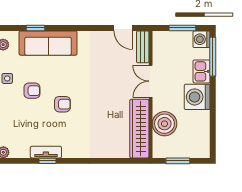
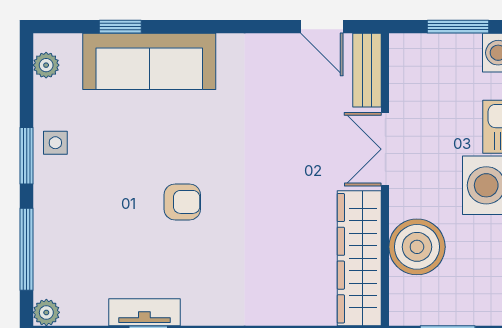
armchair: (32, 91) -> (112, 171), removed

